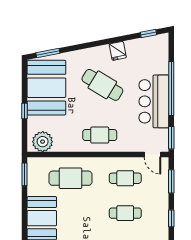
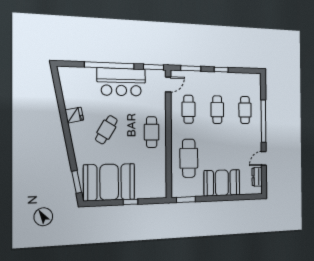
window: (149, 34) -> (57, 85), removed
cafe table: (102, 85) -> (106, 130), width x0.73, depth x0.74
plant: (43, 142) -> (158, 184), removed

